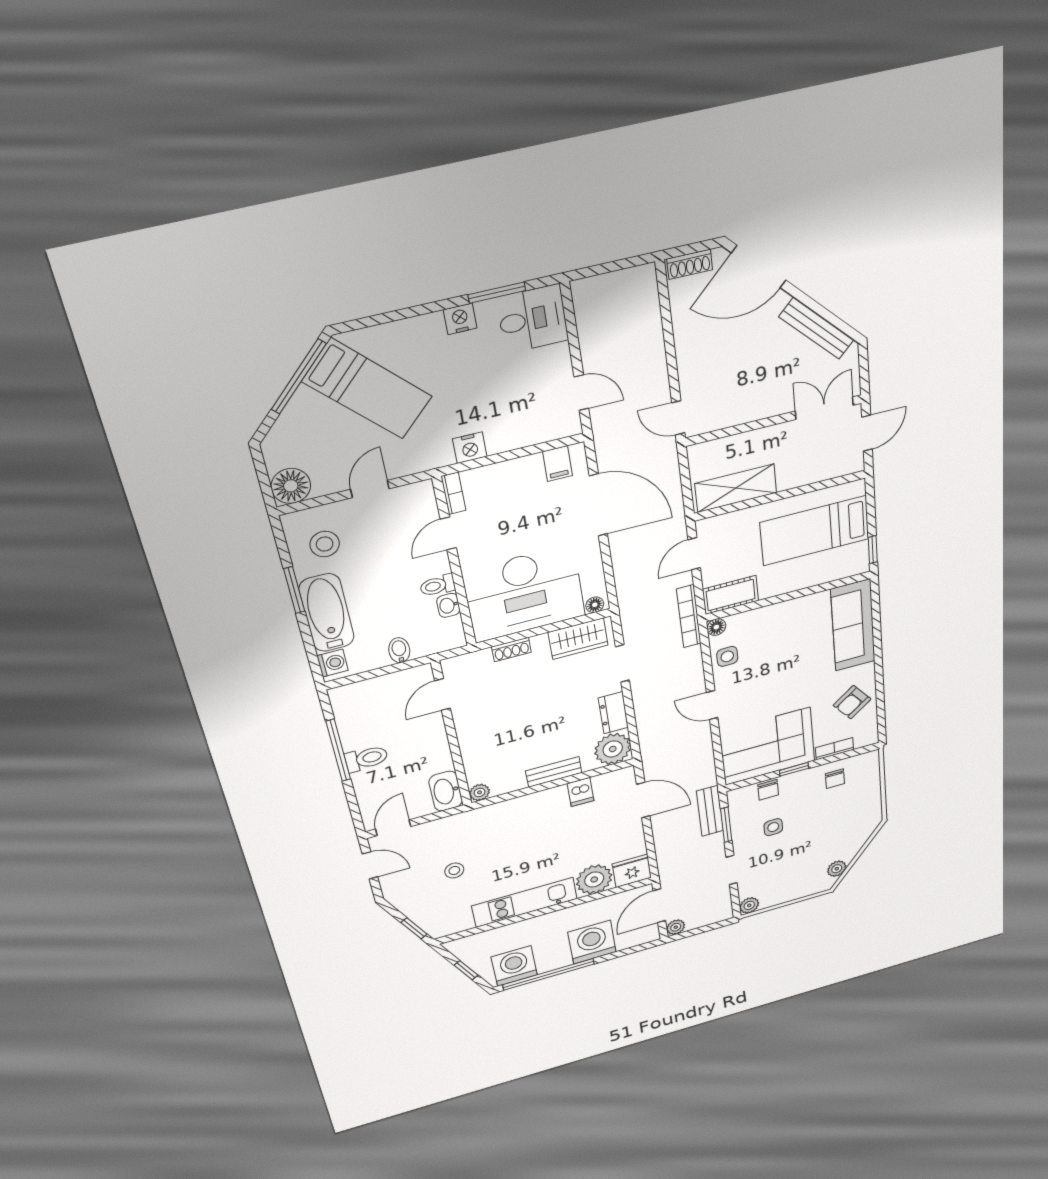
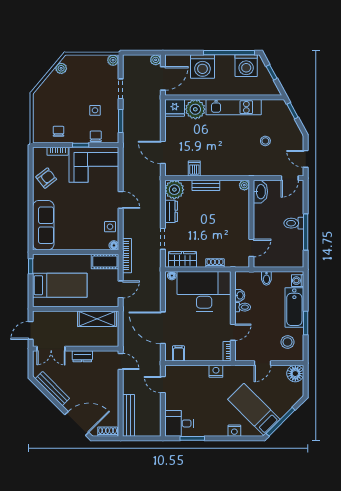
nightstand: (460, 319) -> (234, 431), moved
dresser: (759, 409) -> (82, 356), added
bench: (710, 811) -> (129, 415), moved, width x1.36

